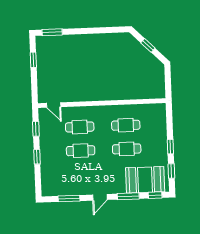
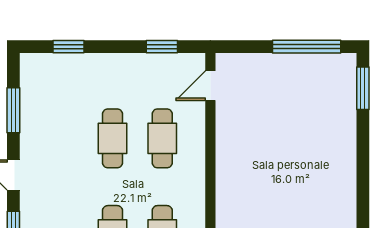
window: (33, 60) -> (307, 47), width x2.17
window: (37, 157) -> (69, 47), moved

